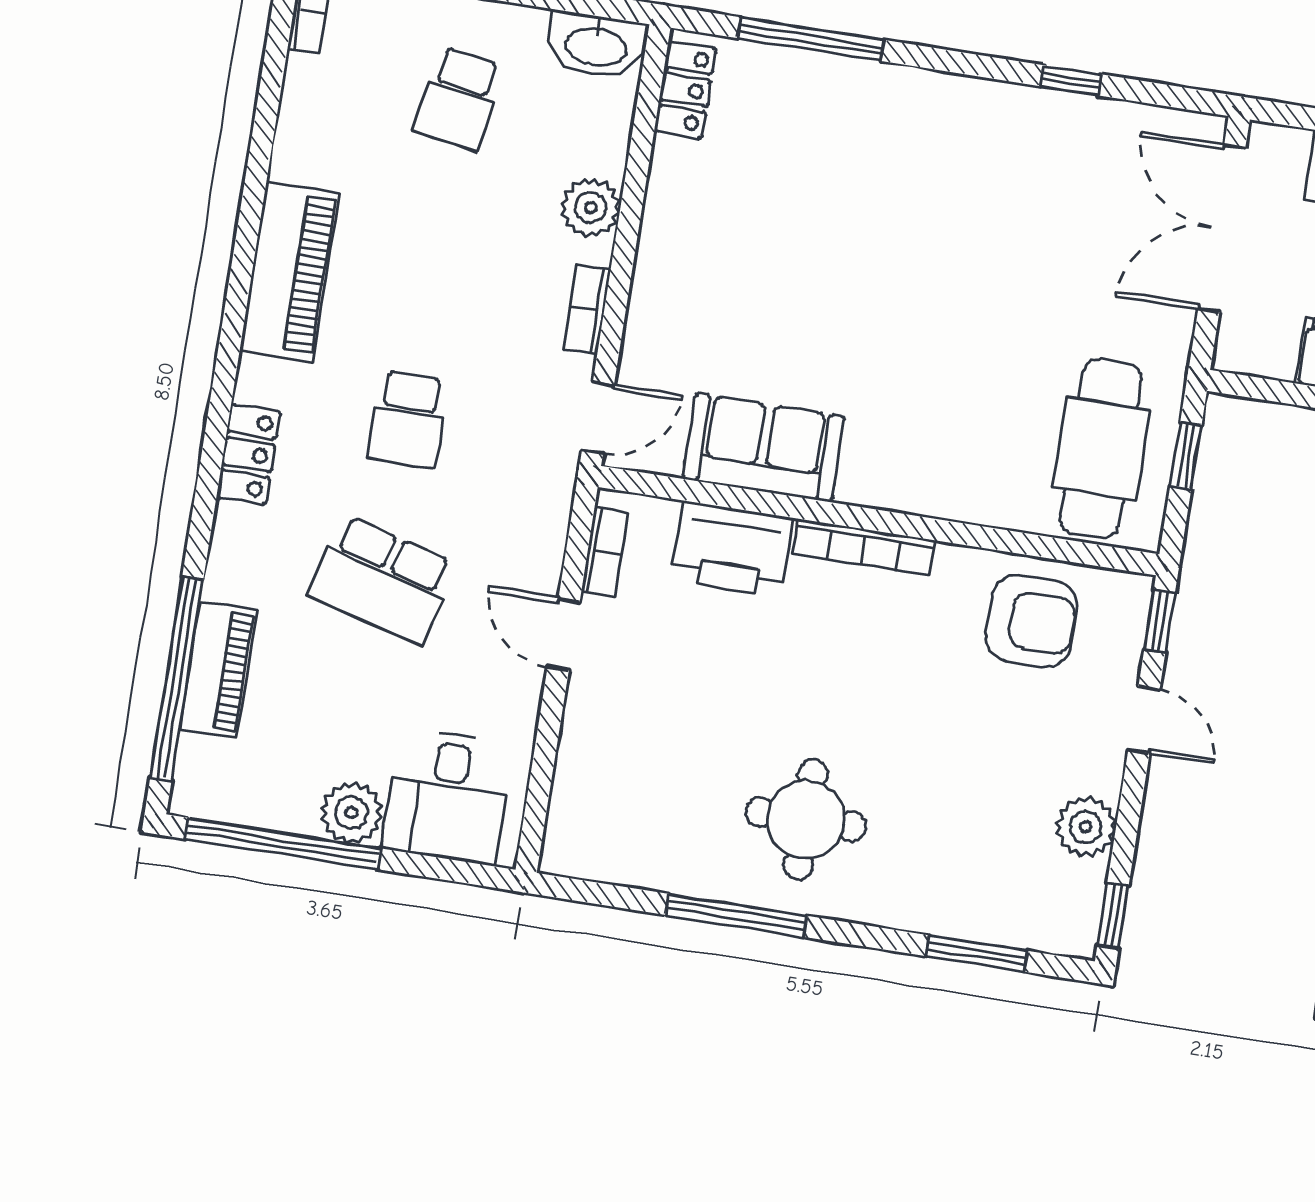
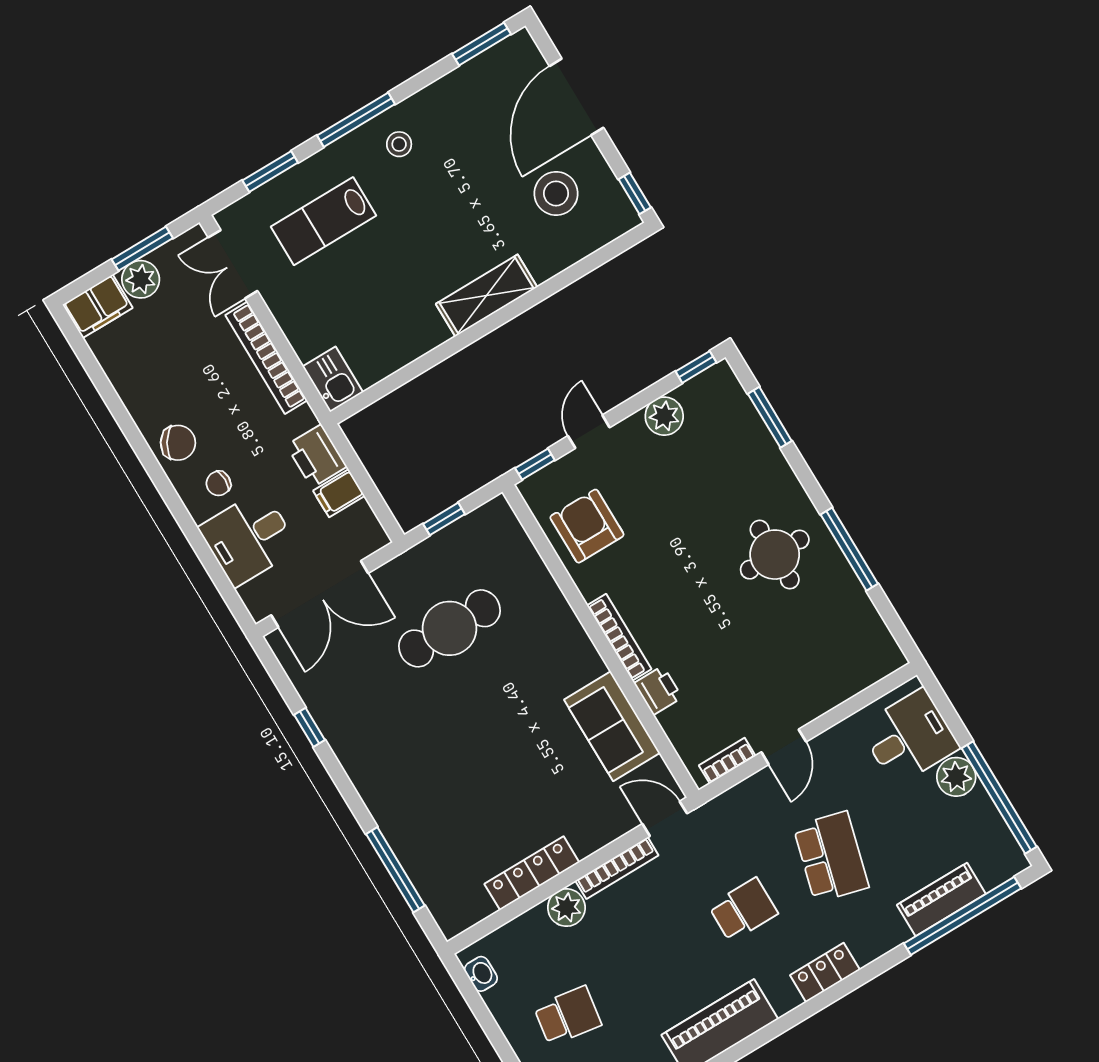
washbasin: (596, 45) -> (481, 974), width x0.52, depth x0.69
locker: (685, 90) -> (532, 873), moved, width x1.53
bookcase: (587, 309) -> (617, 868), width x1.56
cafe table: (1101, 449) -> (449, 628), moved
printer: (732, 549) -> (658, 690), width x0.53, depth x0.68

